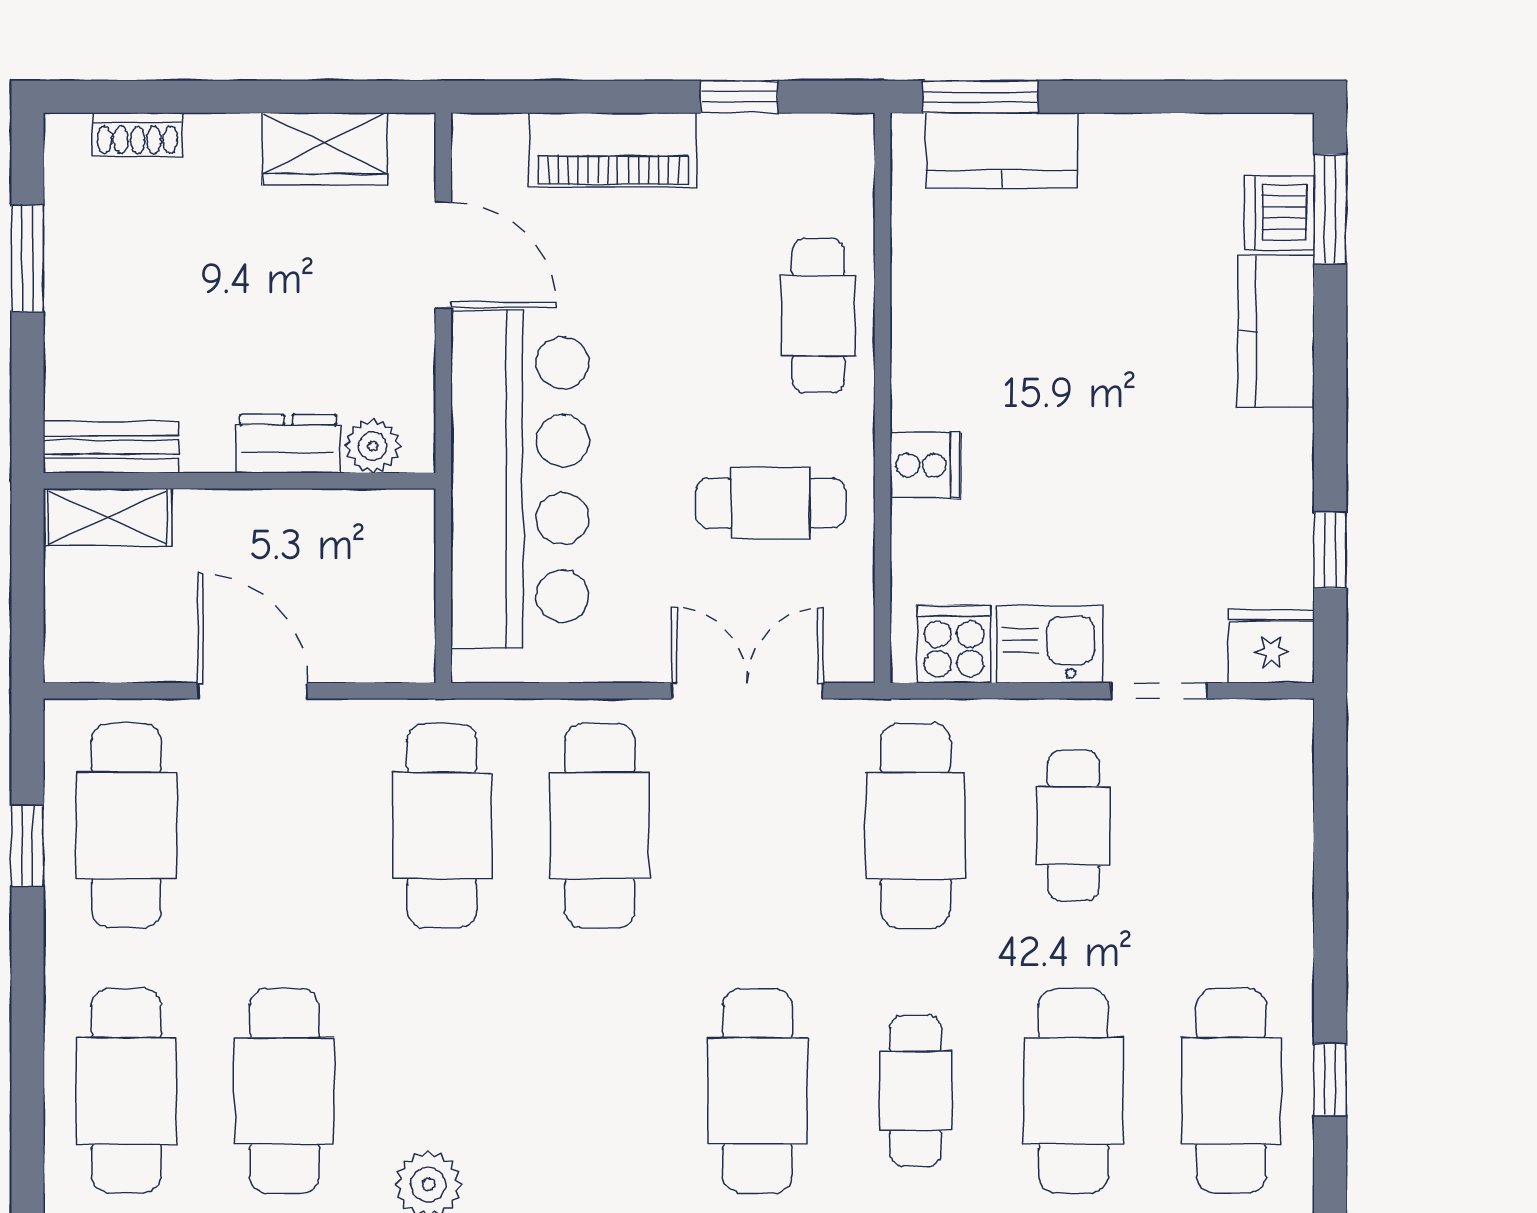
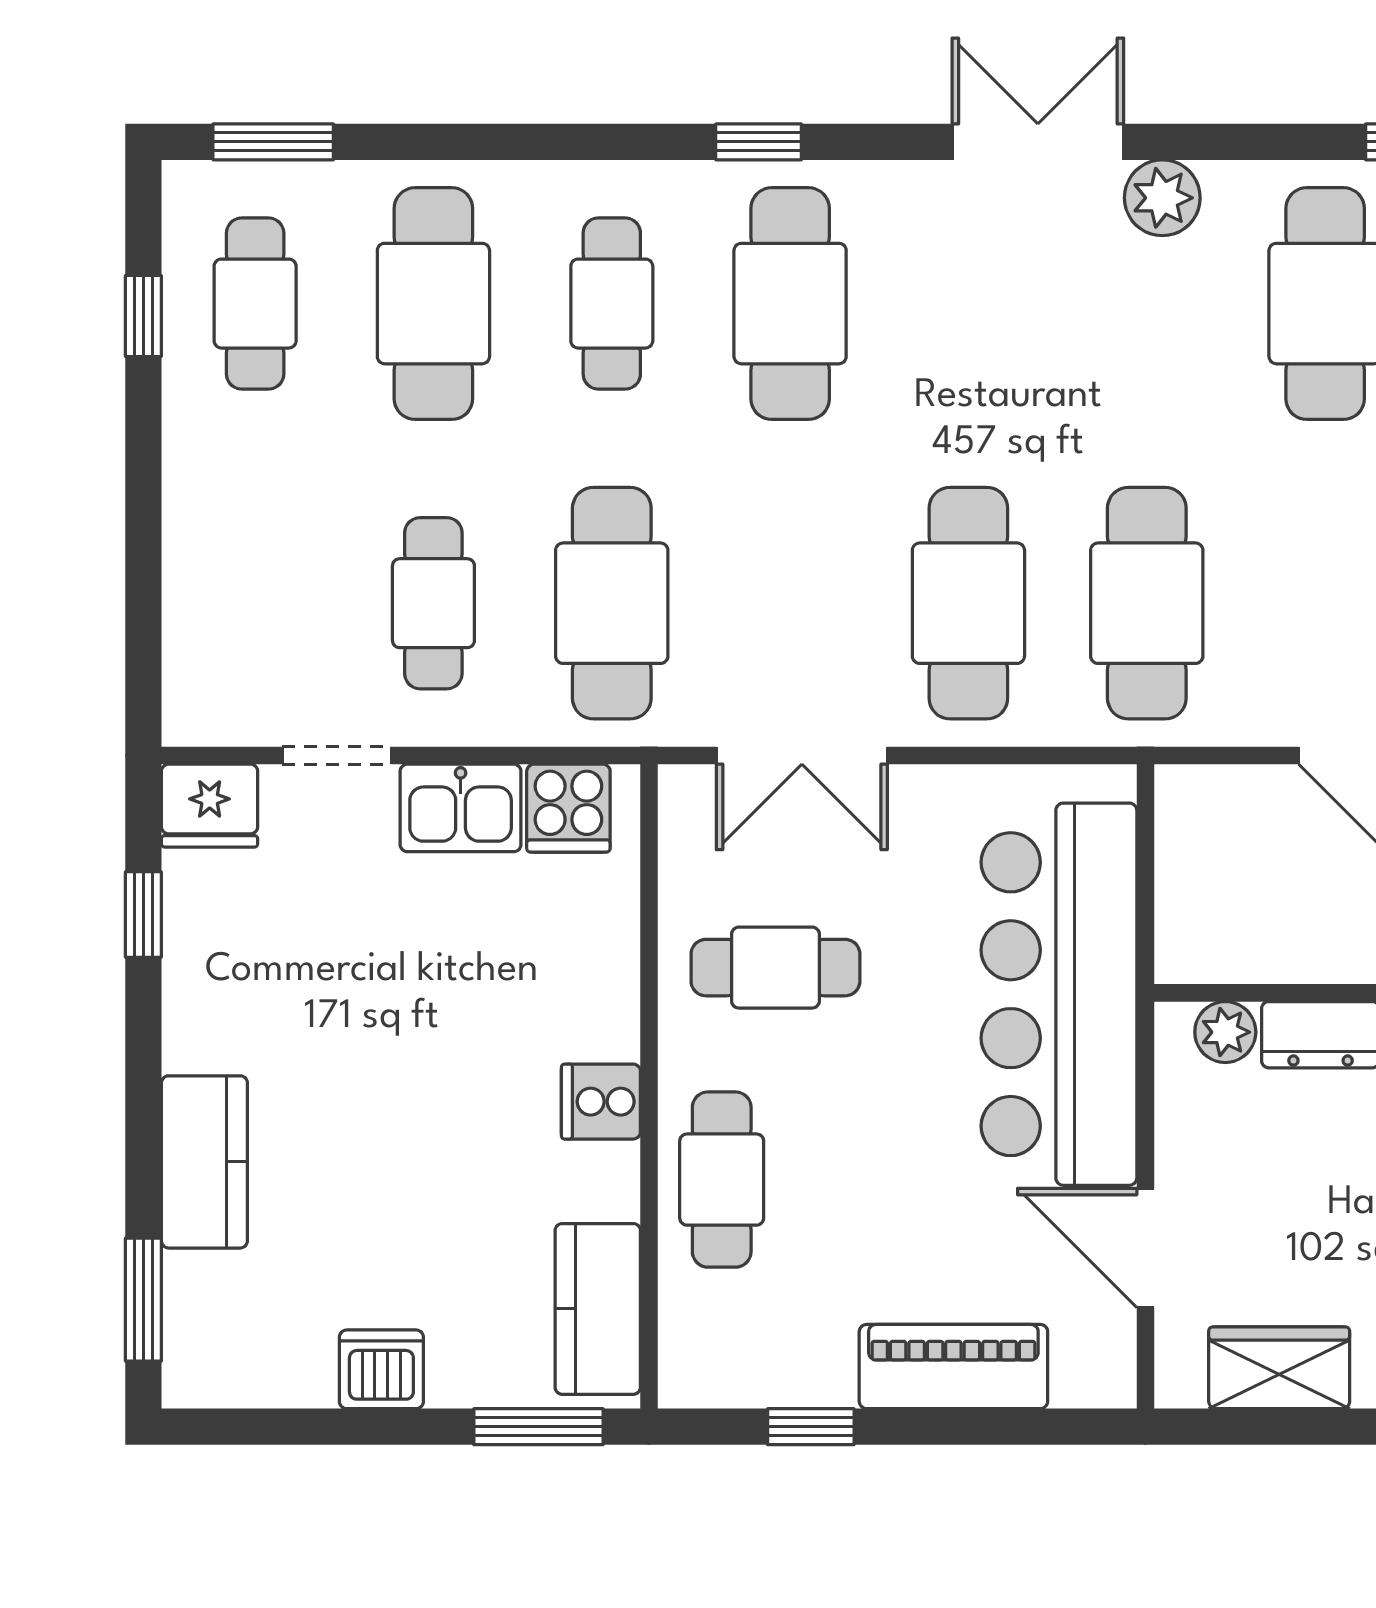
kitchen counter: (1001, 151) -> (598, 1309), moved, turned -90
dishwasher: (1279, 213) -> (381, 1369), moved, turned -90
cooker: (925, 465) -> (601, 1102), moved
cafe table: (1231, 1091) -> (255, 304), width x0.73, depth x0.74

